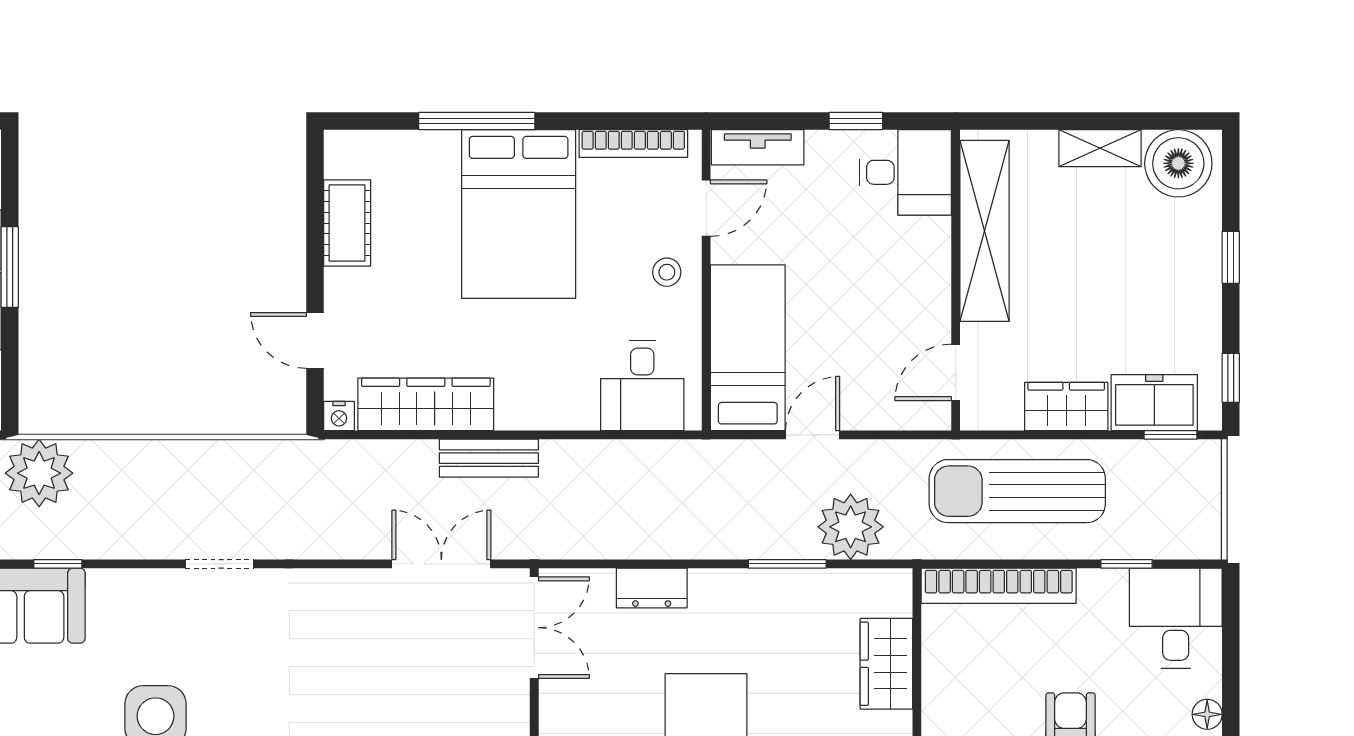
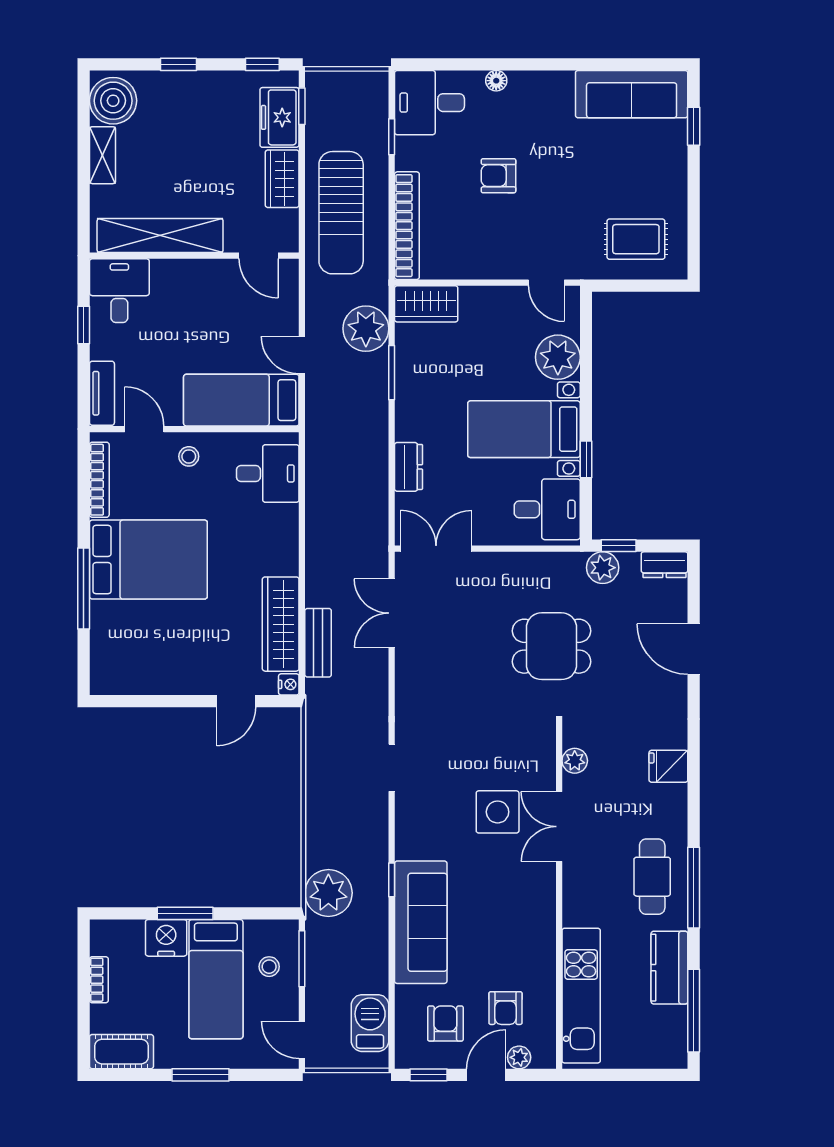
cot: (347, 223) -> (155, 679), removed
bench: (489, 458) -> (318, 643), moved
wardrobe: (886, 664) -> (426, 304), moved

